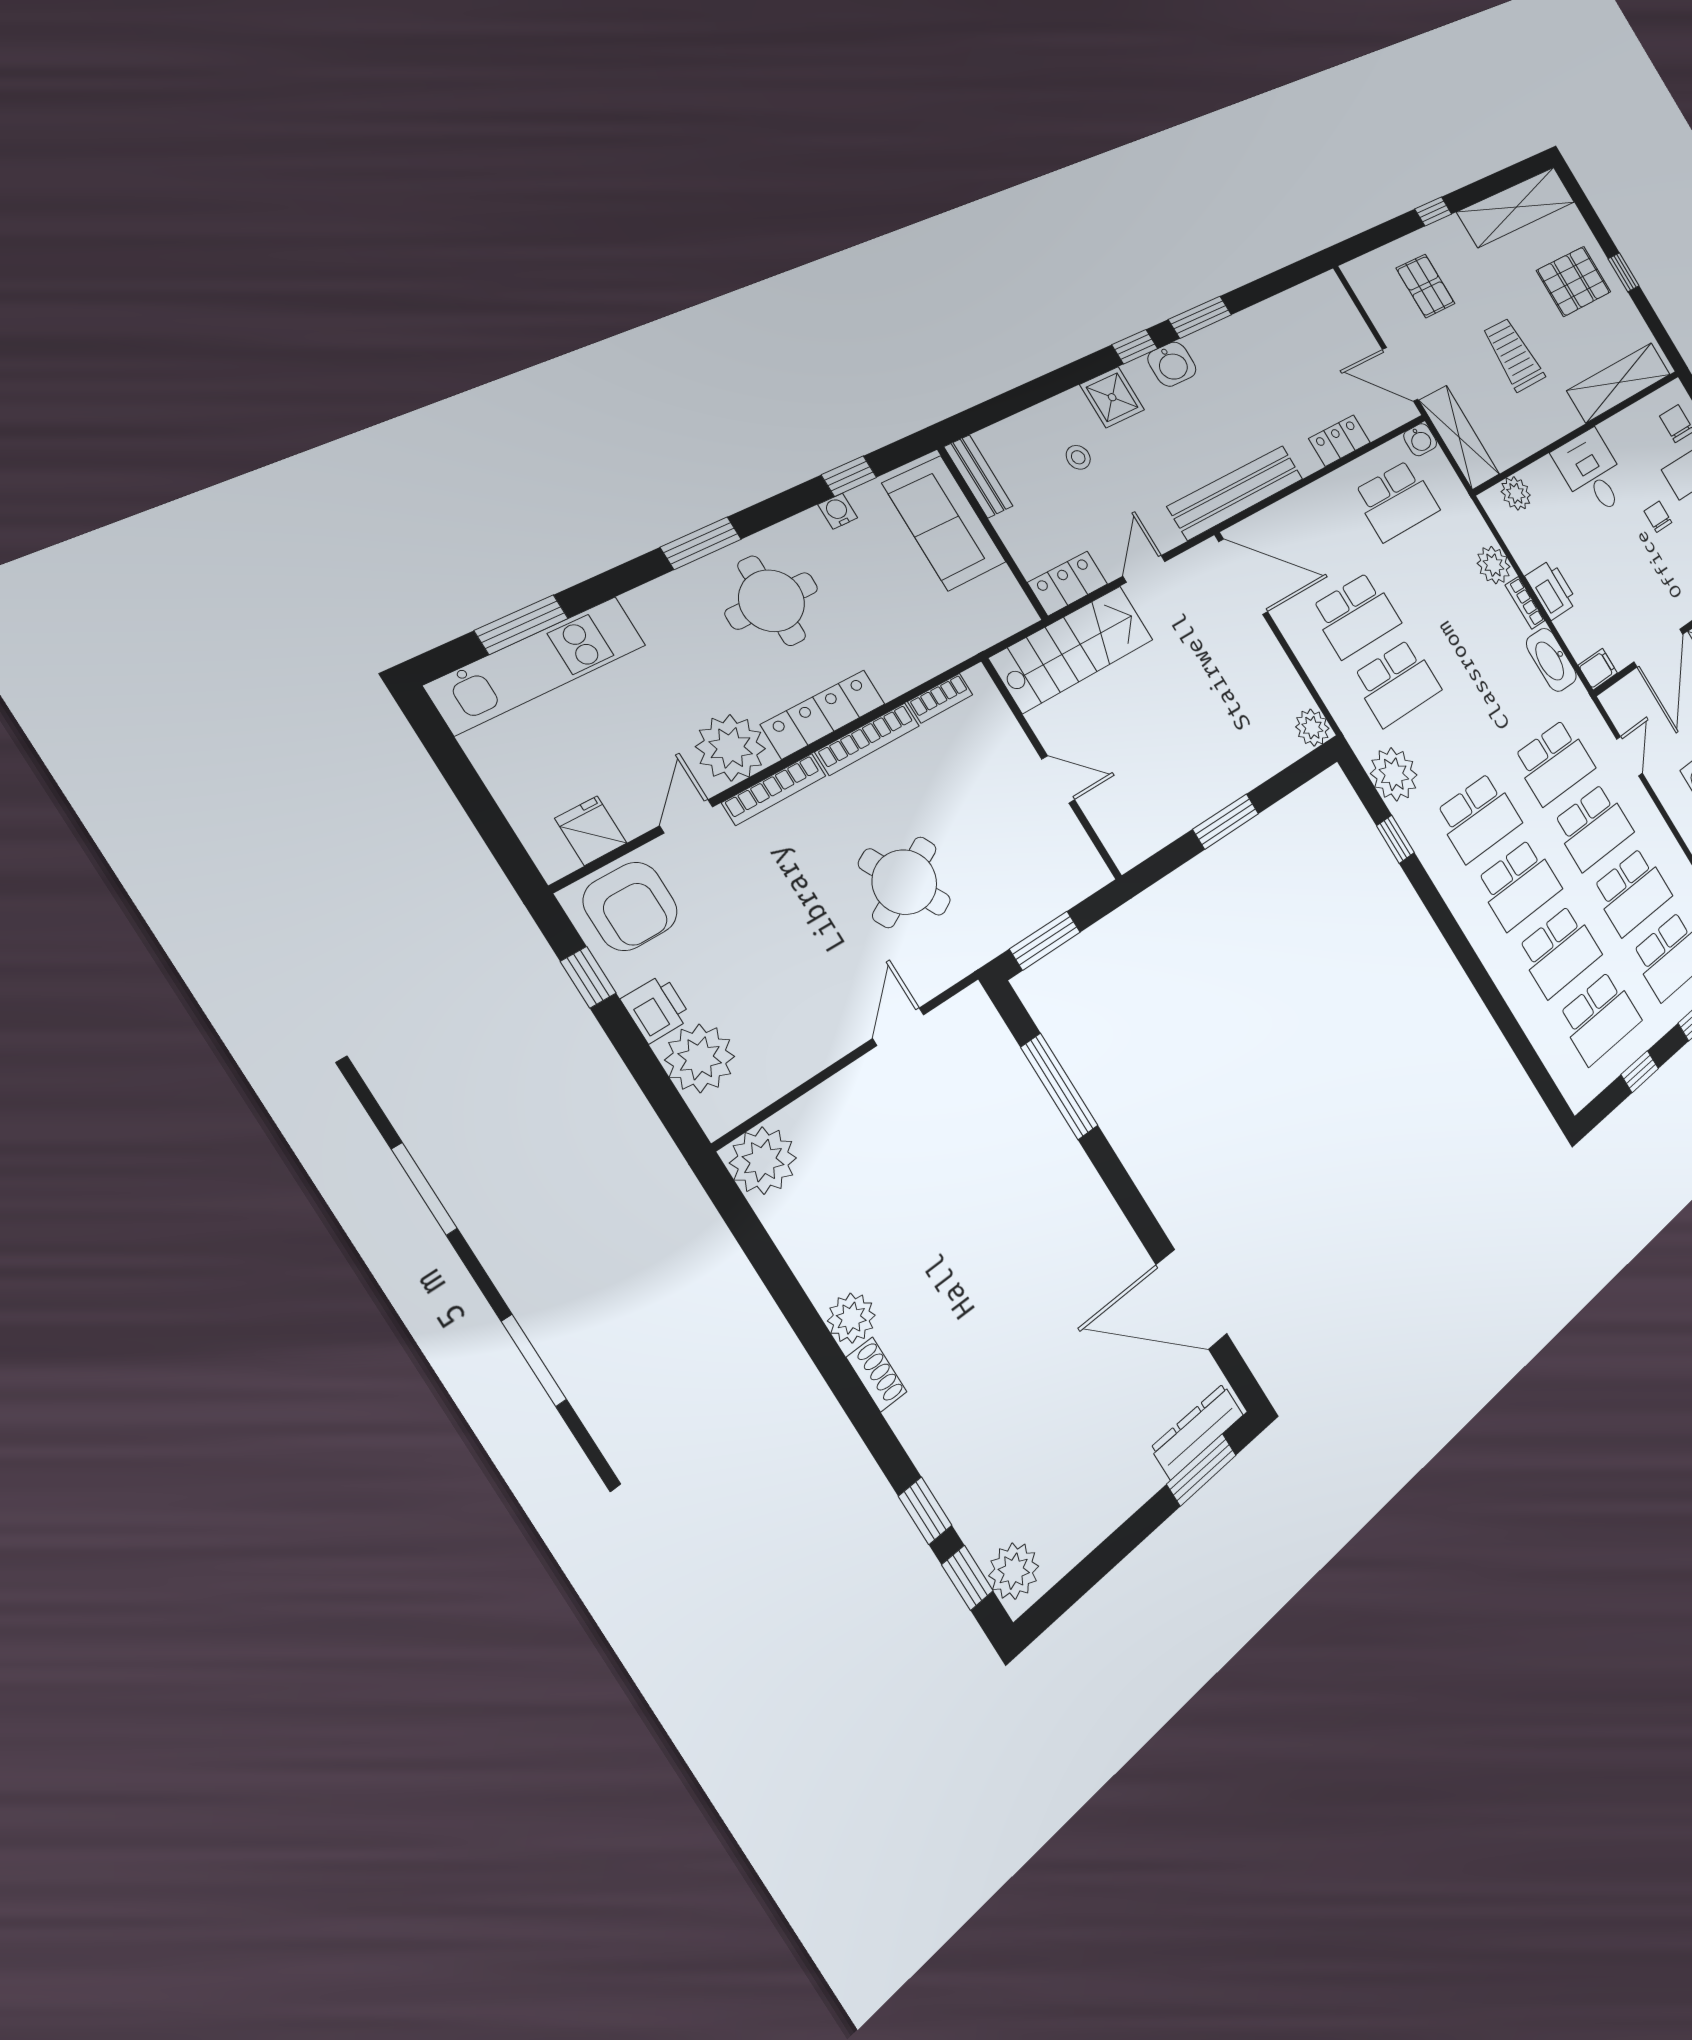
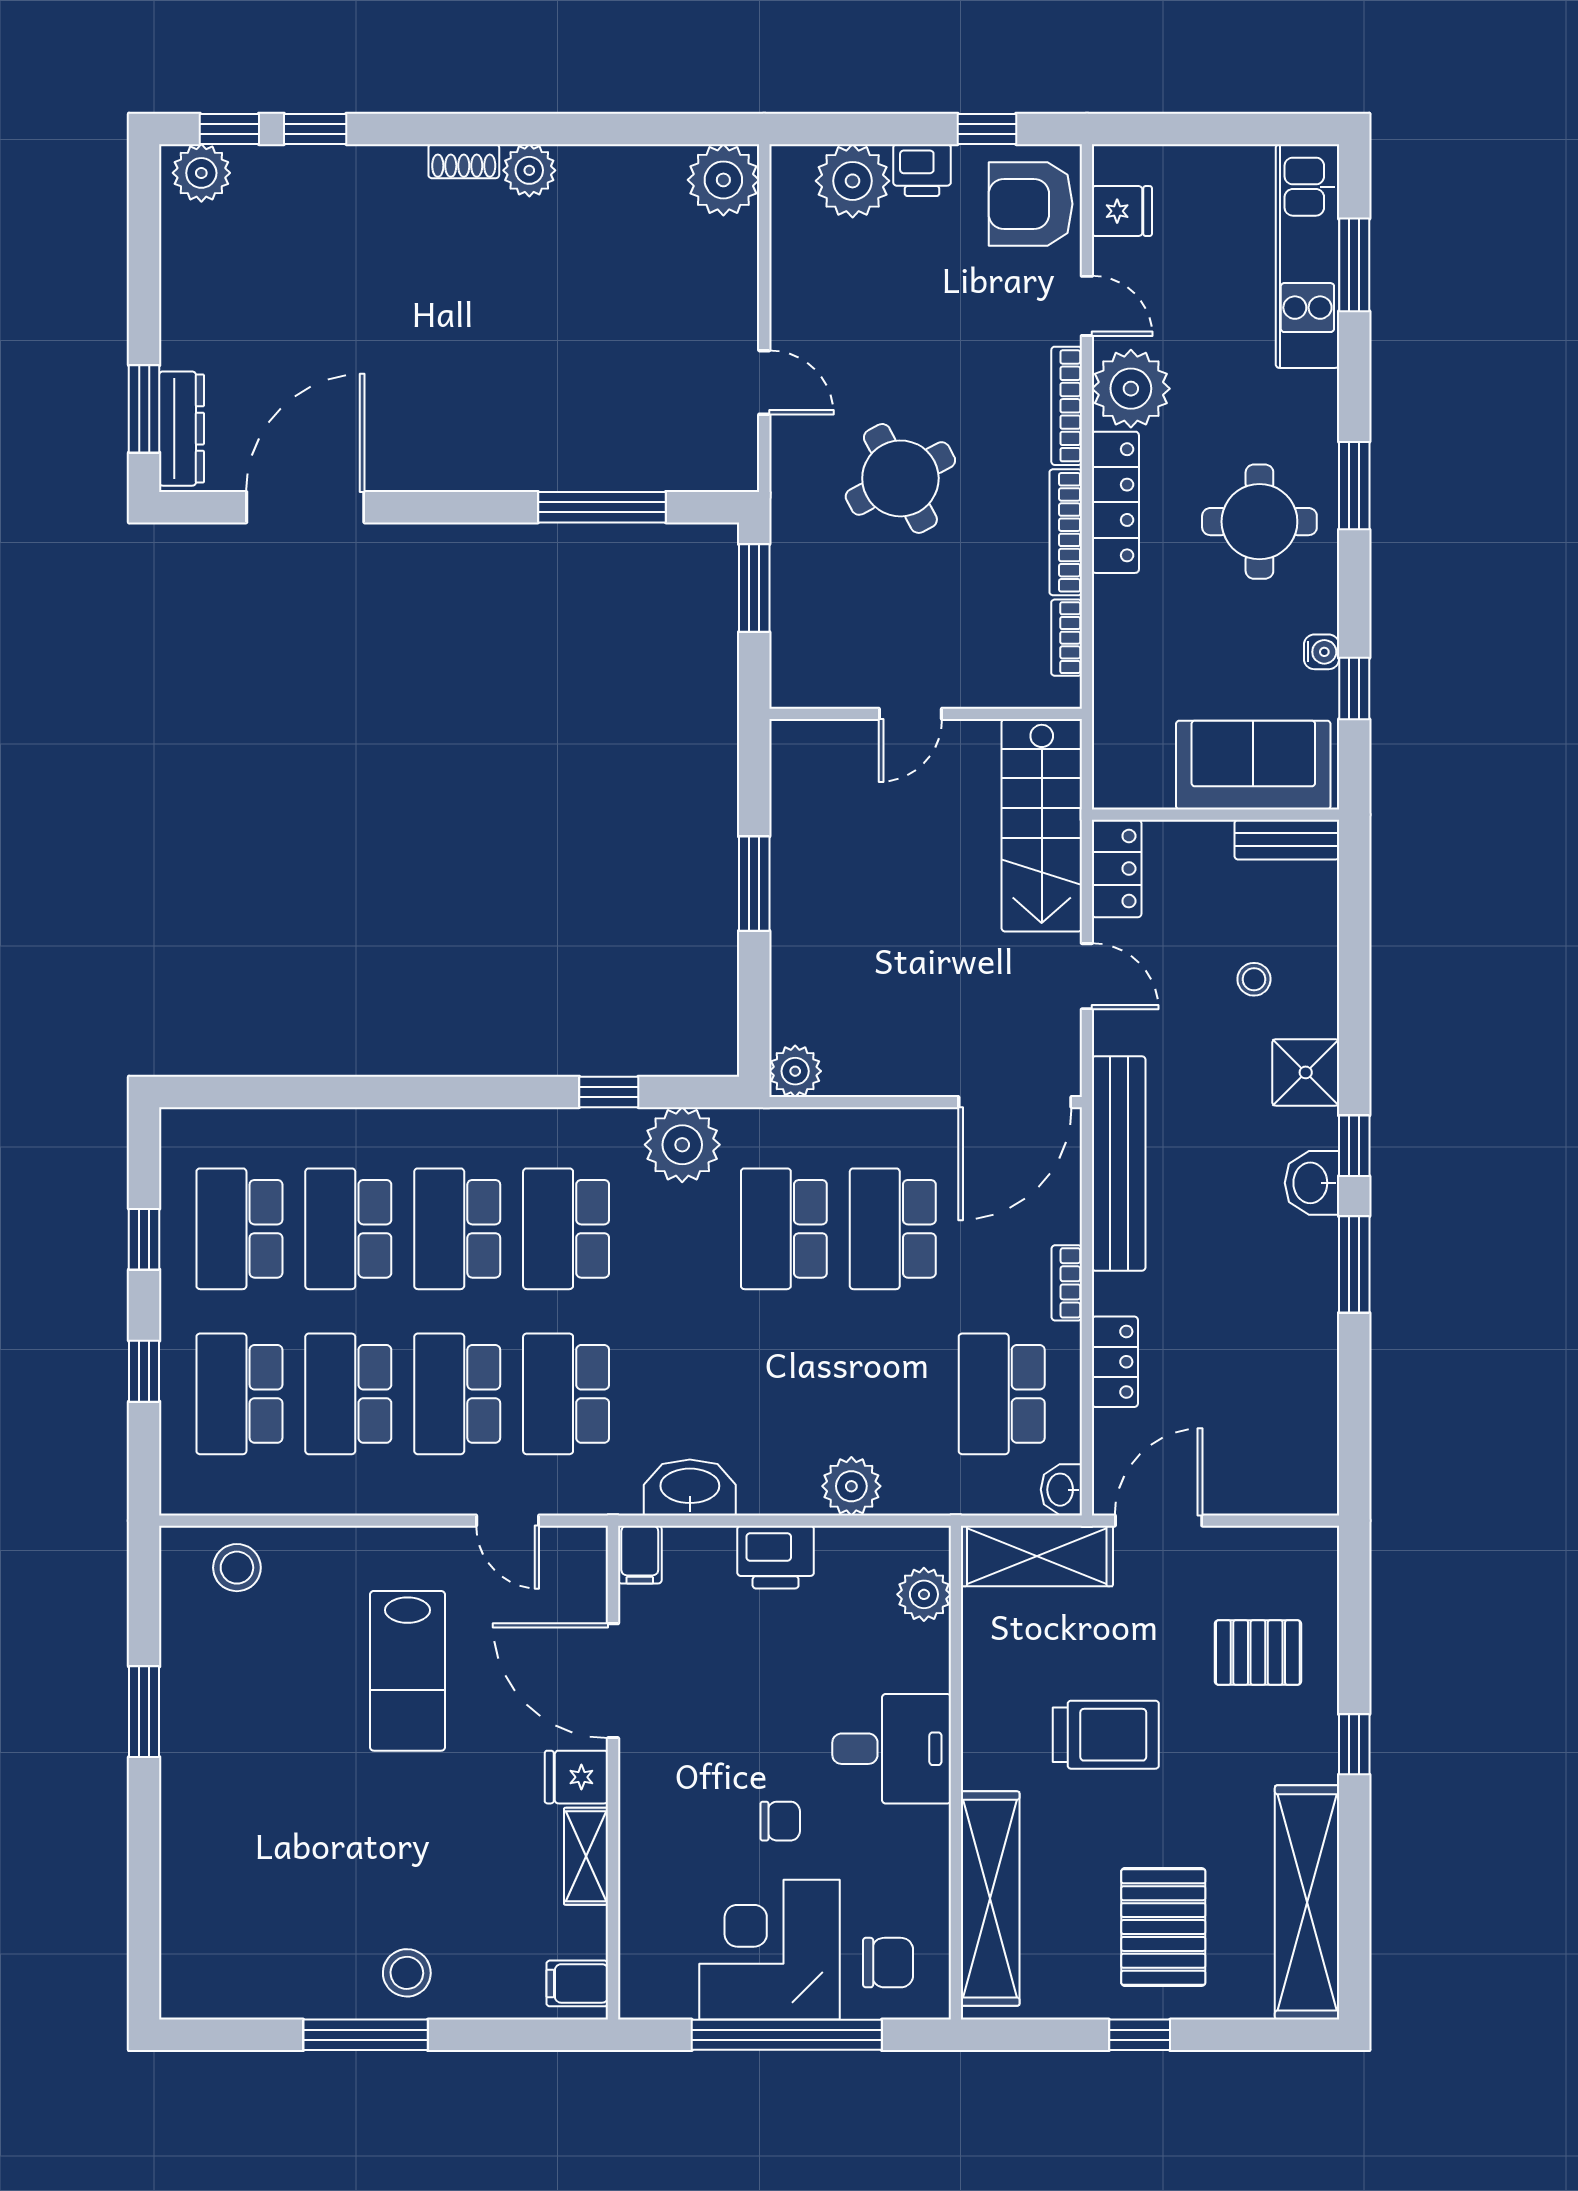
bookcase: (1525, 603) -> (1067, 1283), moved, turned -90

